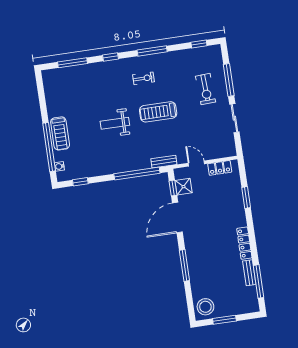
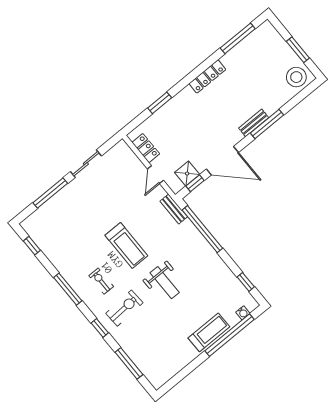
exercise bike: (206, 89) -> (124, 308), moved
bench: (249, 273) -> (254, 123), moved

